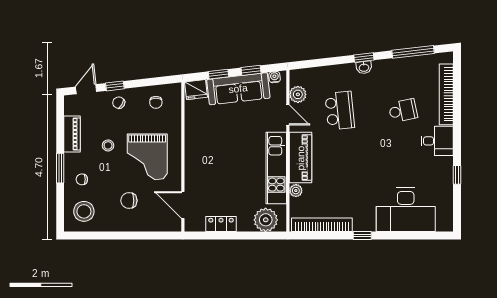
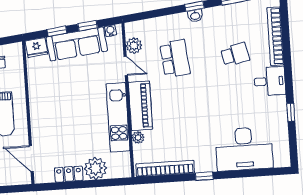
plant: (266, 220) -> (96, 168), moved

